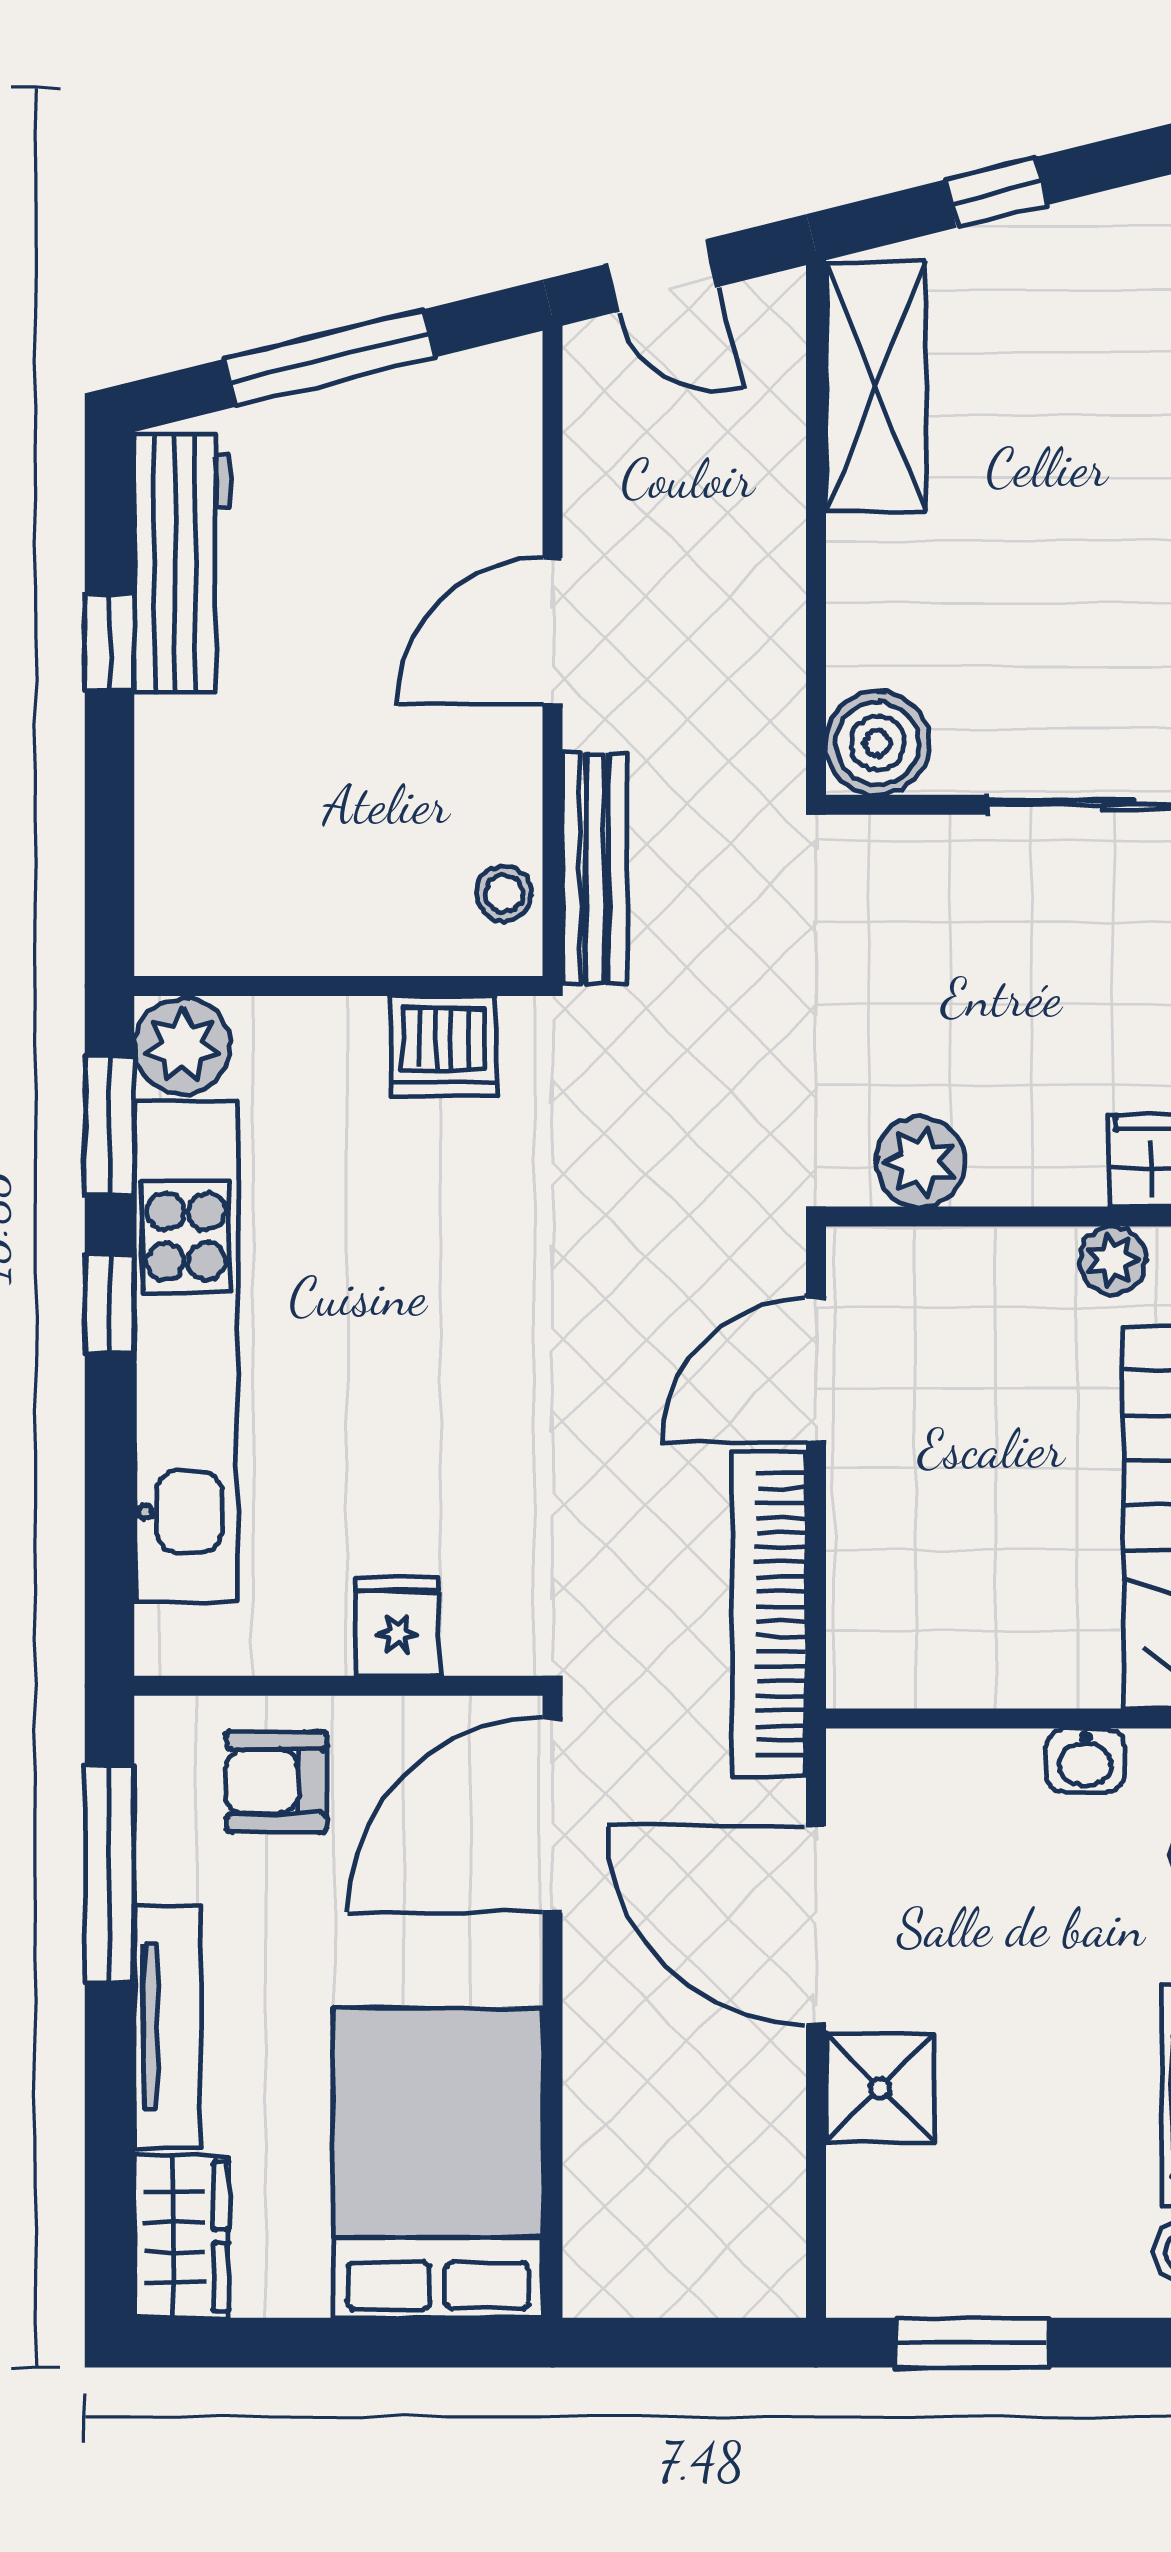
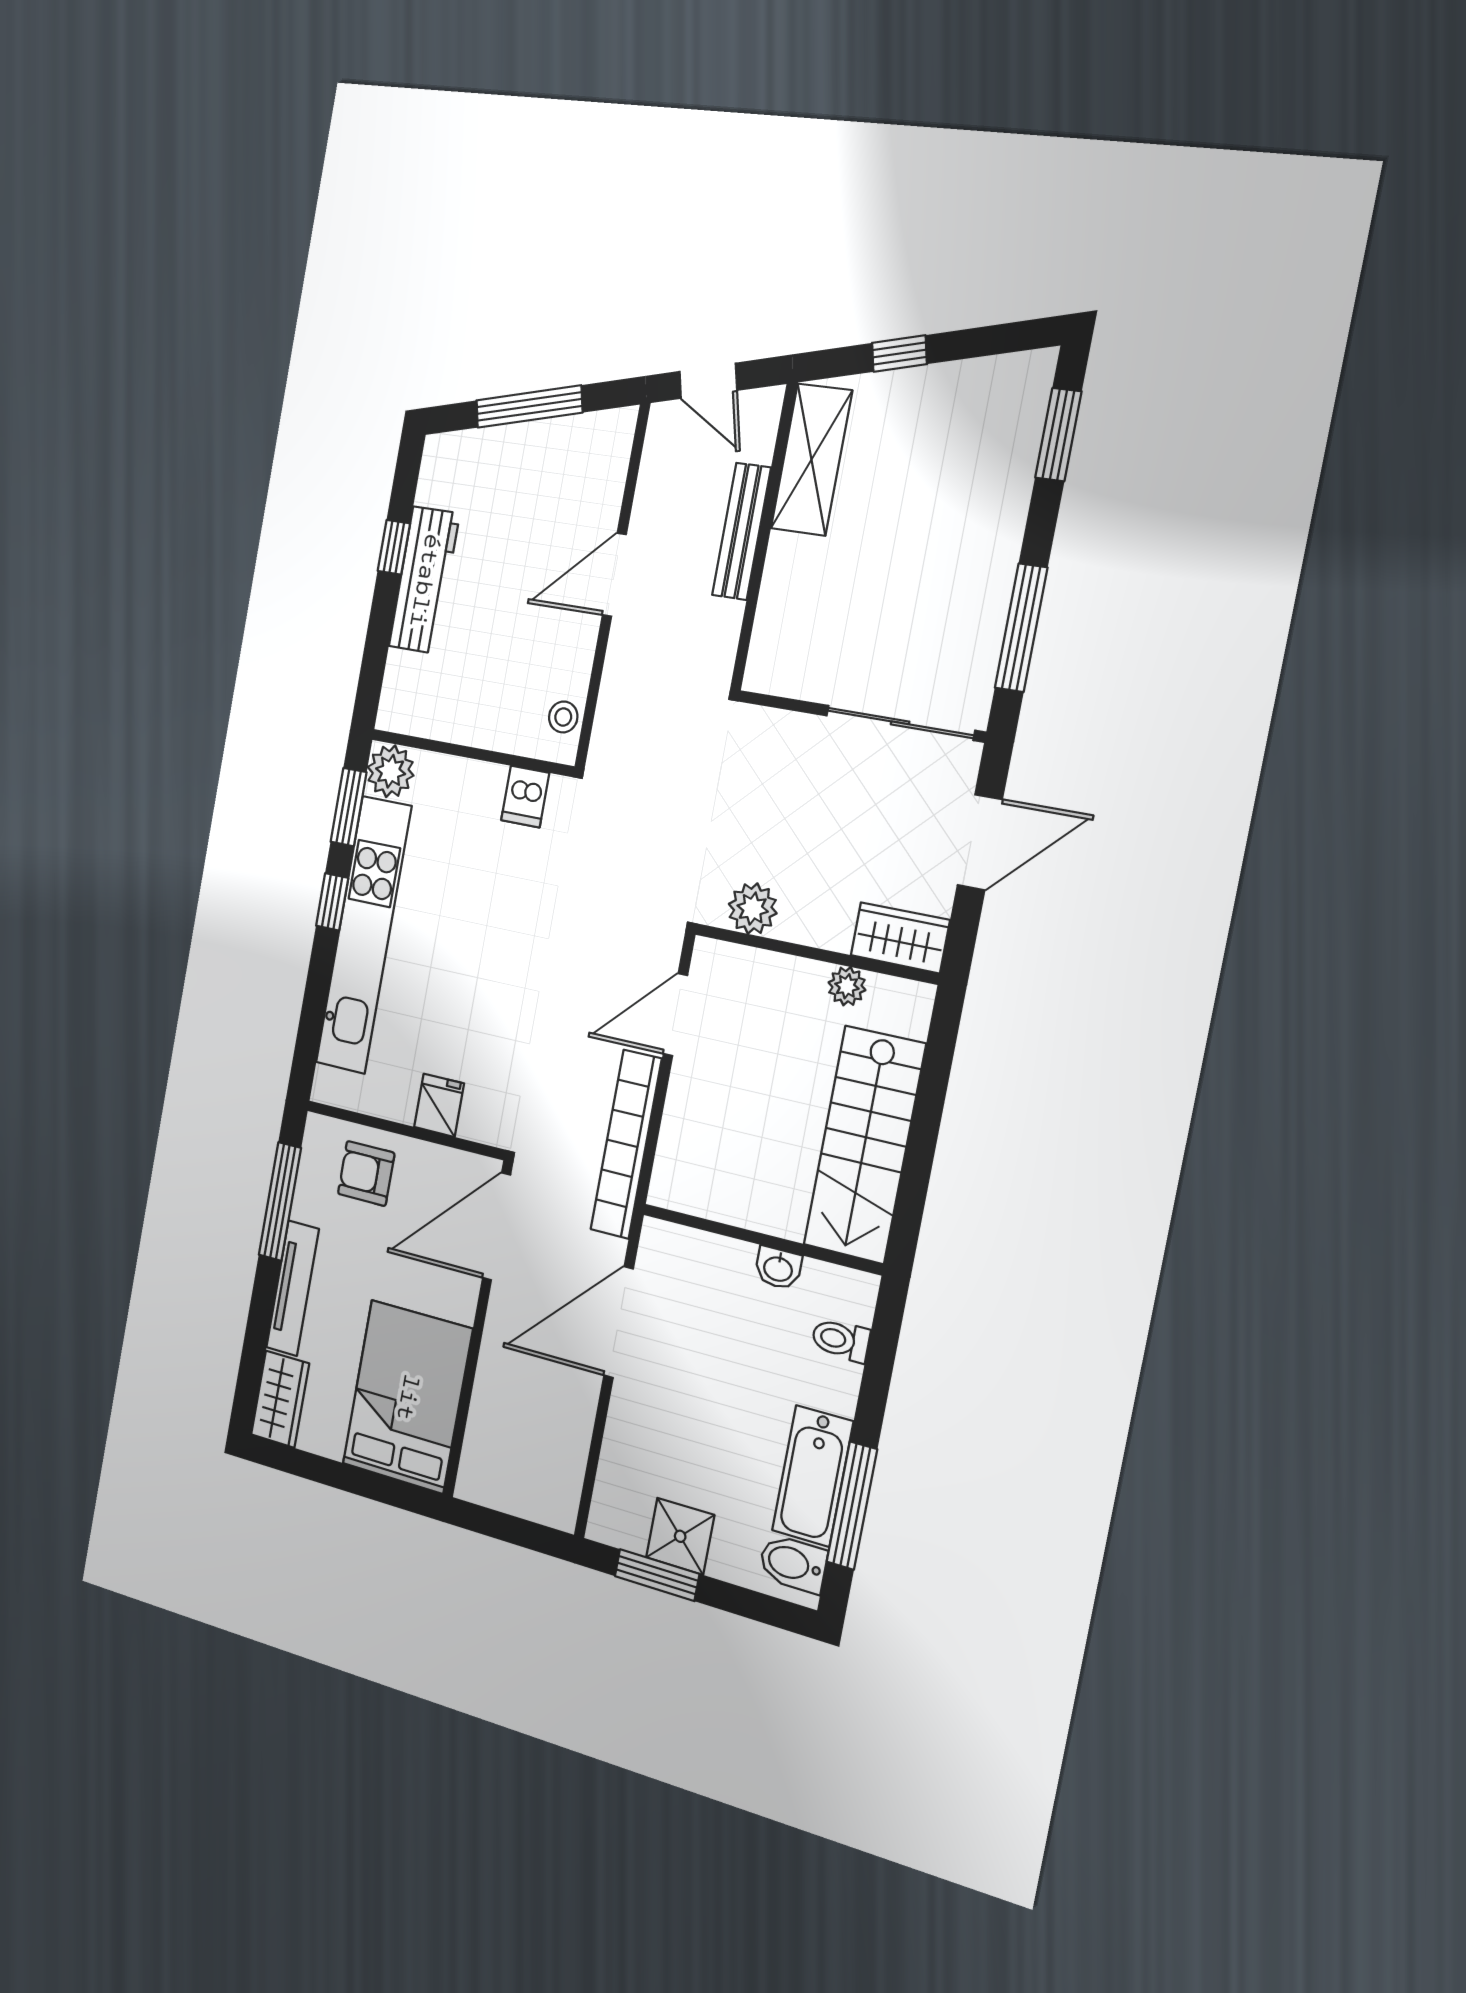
workbench: (183, 563) -> (424, 580), moved
boiler: (878, 743) -> (774, 665), removed
bench: (595, 869) -> (741, 531), moved
dishwasher: (444, 1045) -> (525, 797), width x0.73
door: (816, 1925) -> (619, 1322), hinge flipped
shower: (880, 2088) -> (680, 1536), moved

